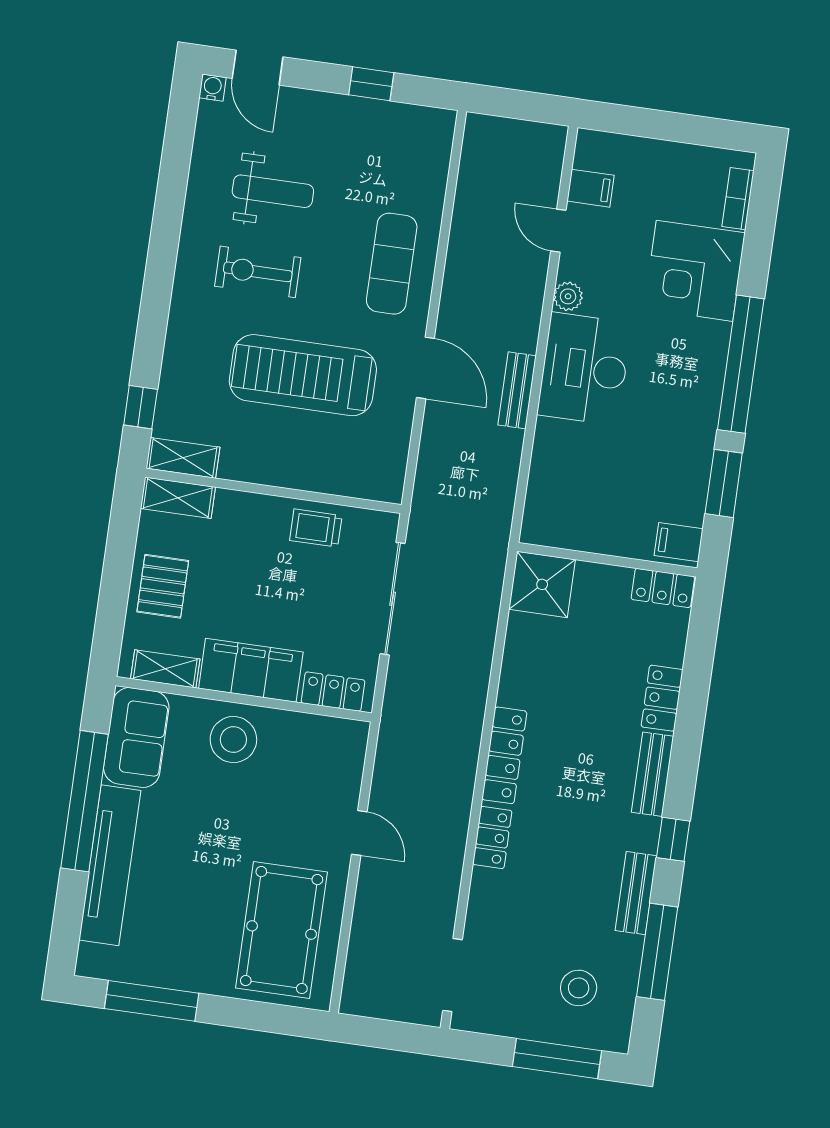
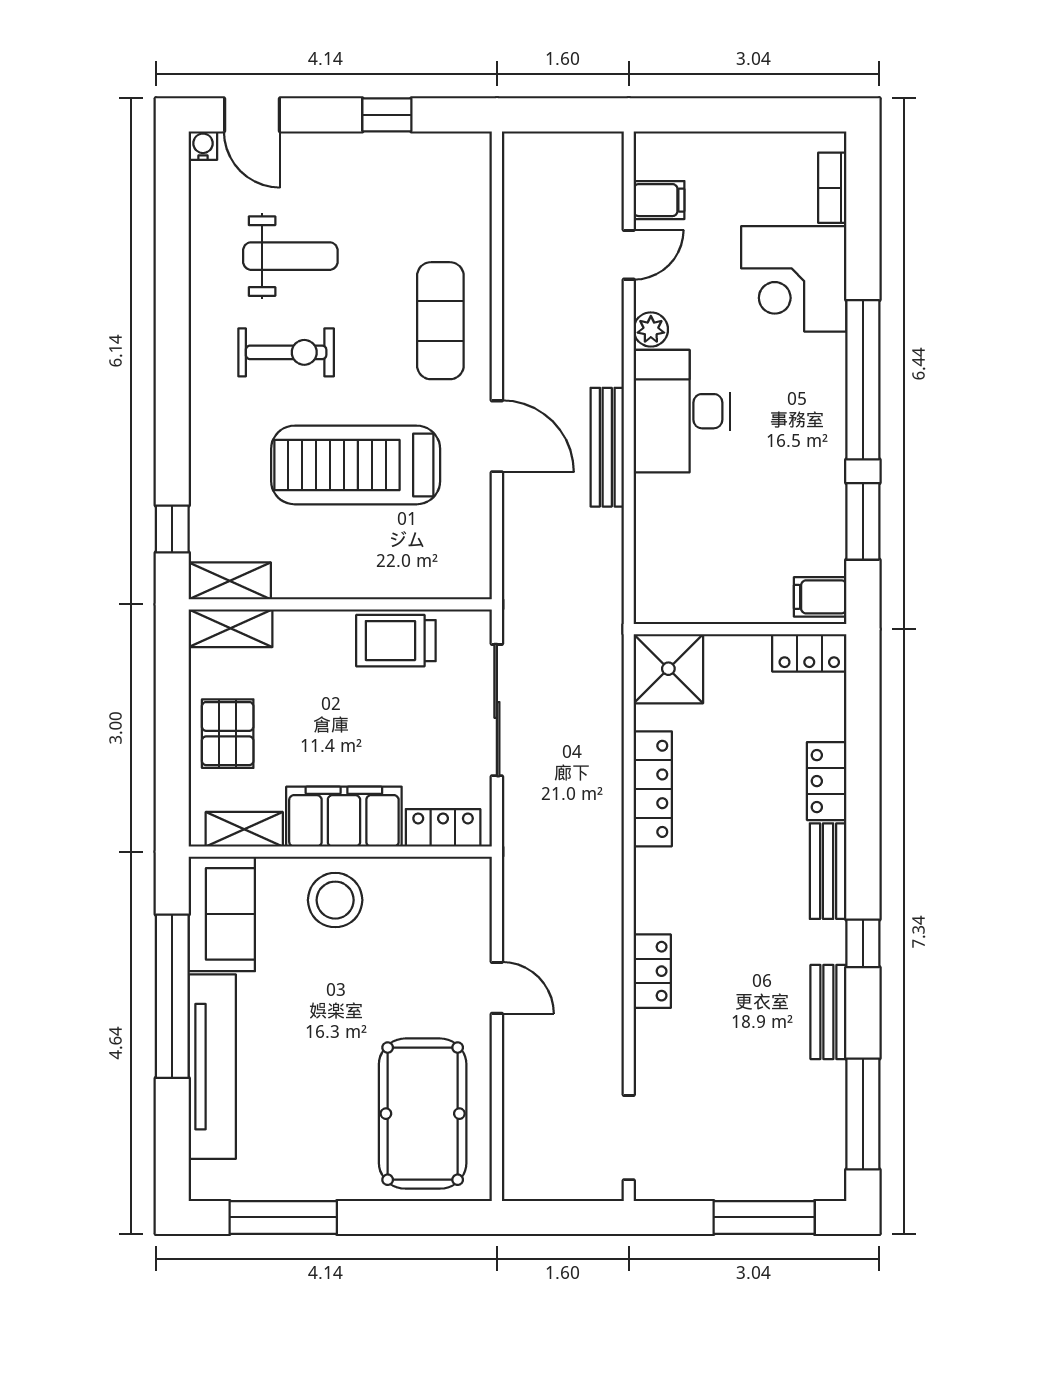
door: (558, 231) -> (629, 255), swing flipped
exercise bike: (258, 272) -> (286, 352), turned 180
bench: (517, 390) -> (607, 447), width x1.36
trolley: (316, 528) -> (396, 641), width x1.36, depth x1.39
locker: (504, 755) -> (653, 789), moved
window: (657, 952) -> (863, 1114), moved
stool: (579, 988) -> (778, 1132), removed

